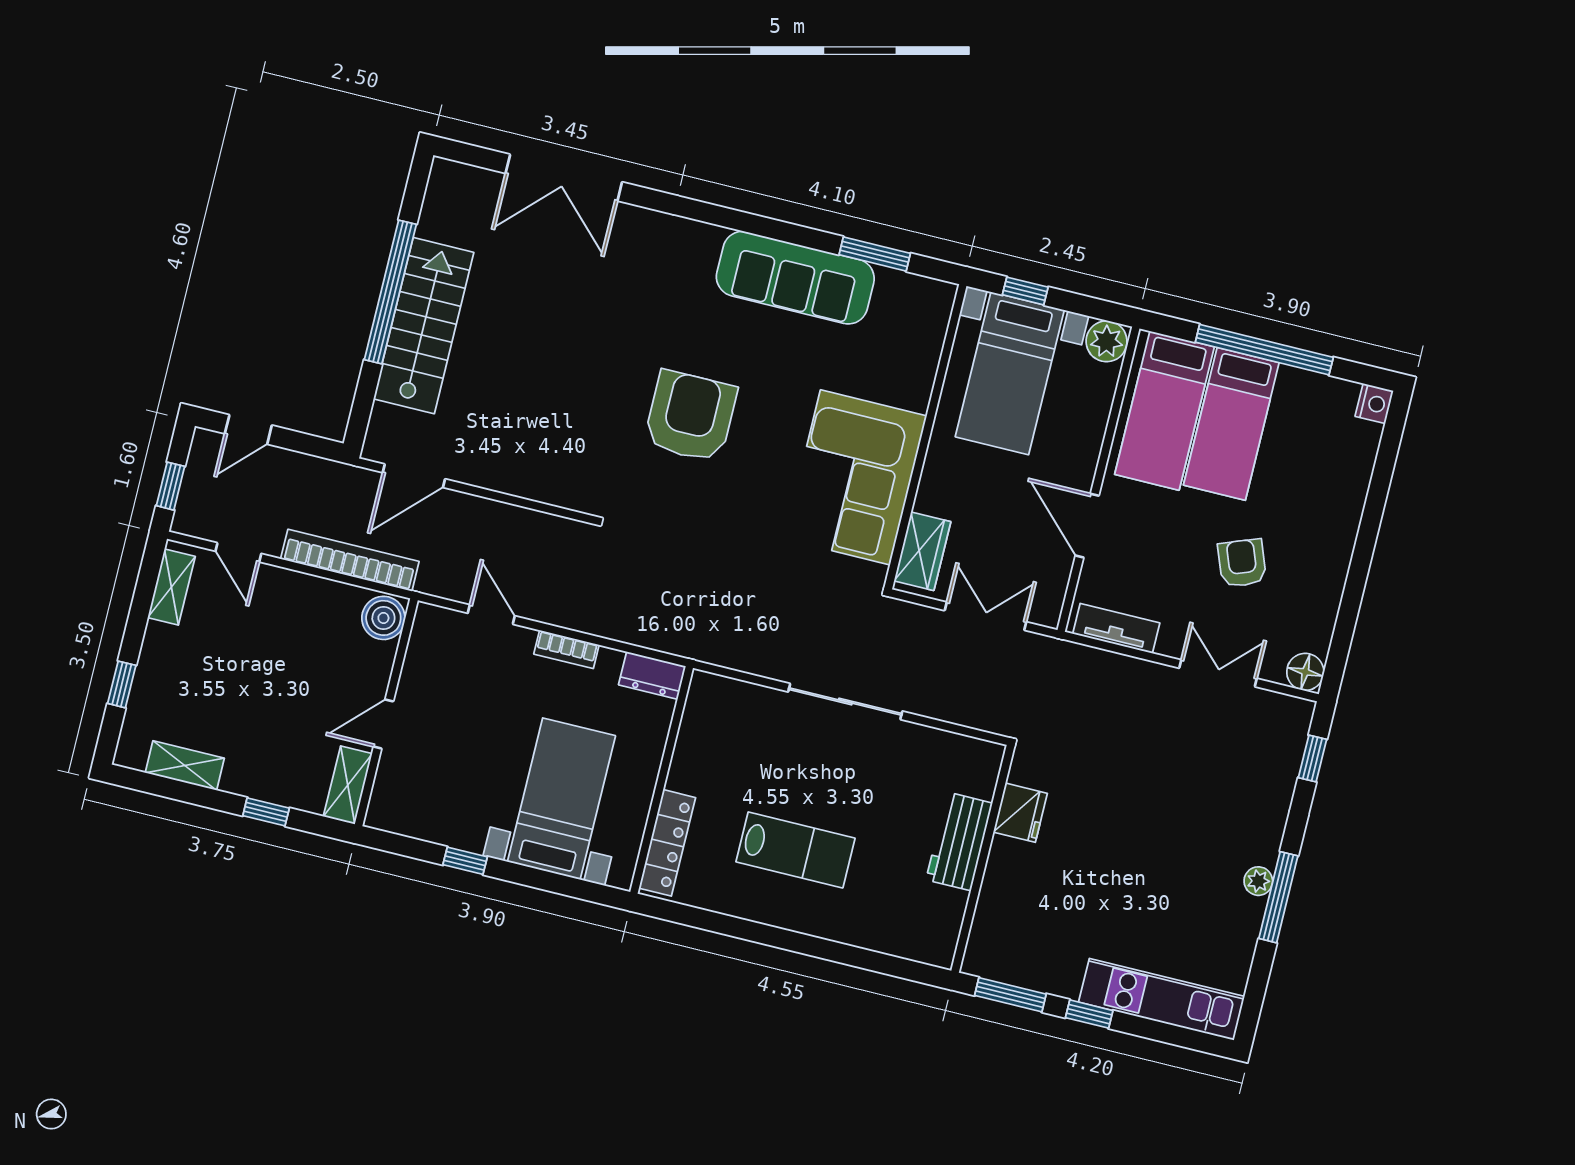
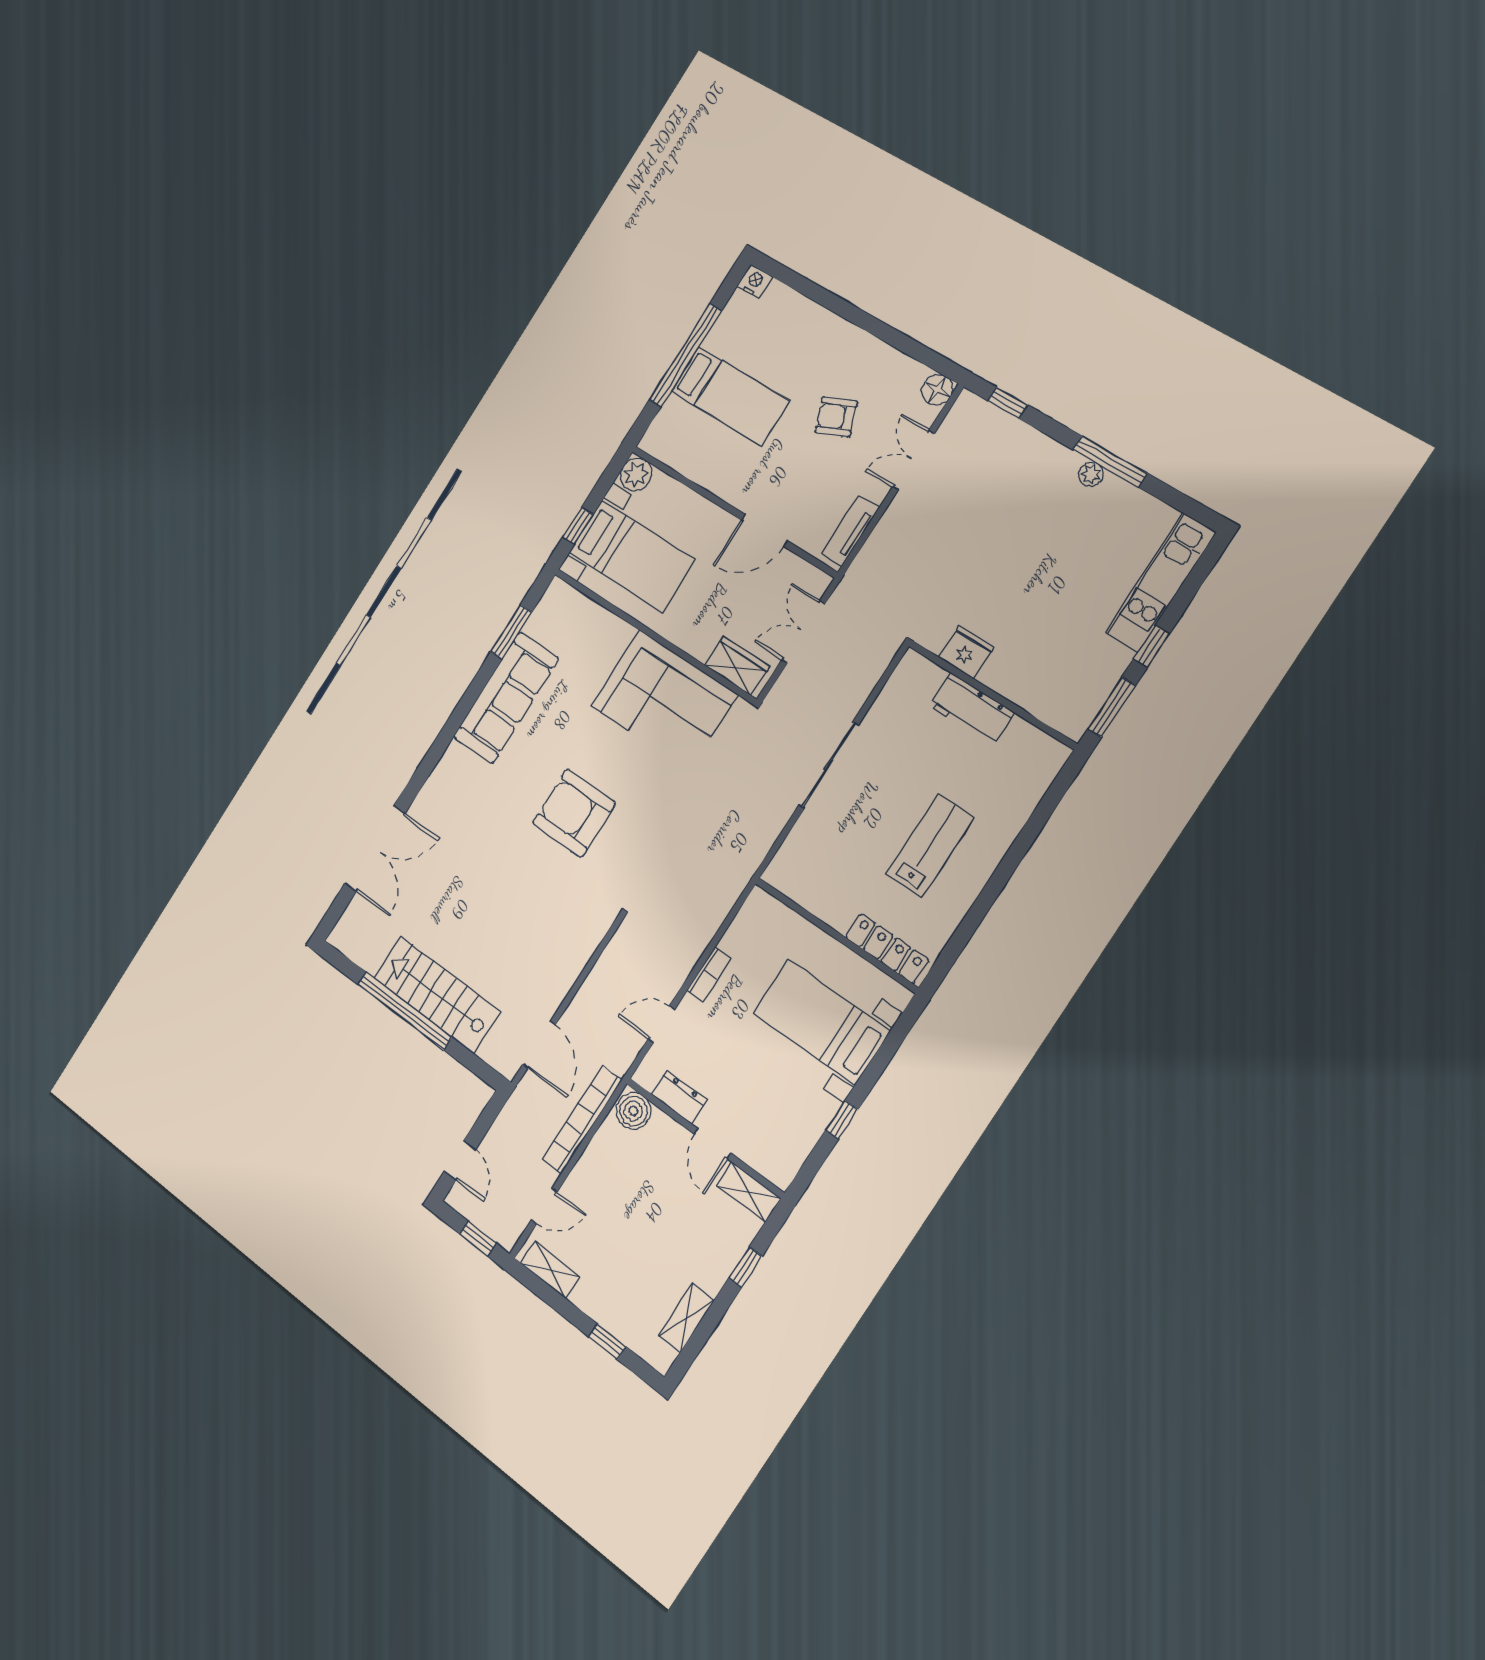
bed: (1164, 411) -> (702, 445), removed
dresser: (652, 675) -> (679, 1097), moved, turned -90

